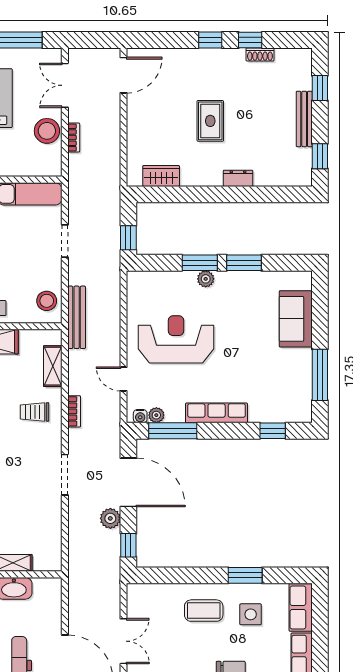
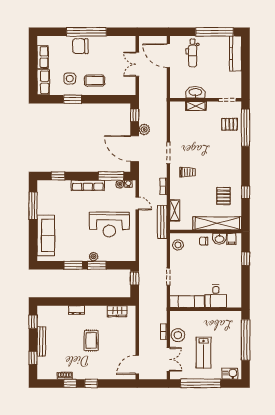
bench: (77, 317) -> (162, 222), moved
sofa: (296, 319) -> (46, 235), width x1.36
trolley: (34, 412) -> (188, 172), moved

